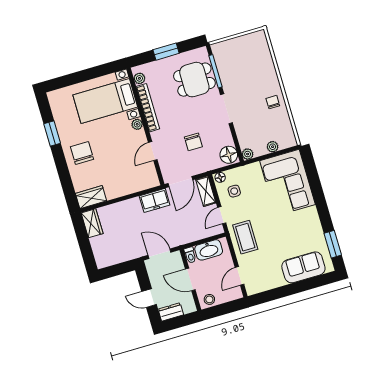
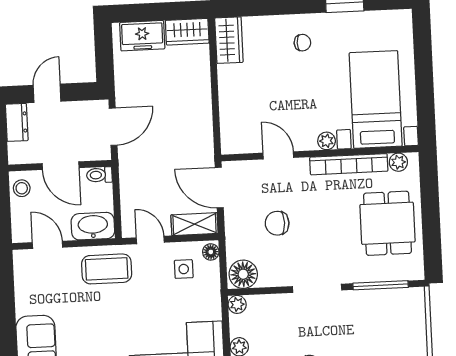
window: (166, 52) -> (431, 215), removed
dining table: (194, 80) -> (387, 223), moved
chair: (82, 153) -> (302, 43), width x0.54, depth x0.54
freezer: (155, 200) -> (142, 36), moved, turned -90
washbasin: (209, 250) -> (93, 226), moved, turned 90
door: (190, 279) -> (61, 166), swing flipped

